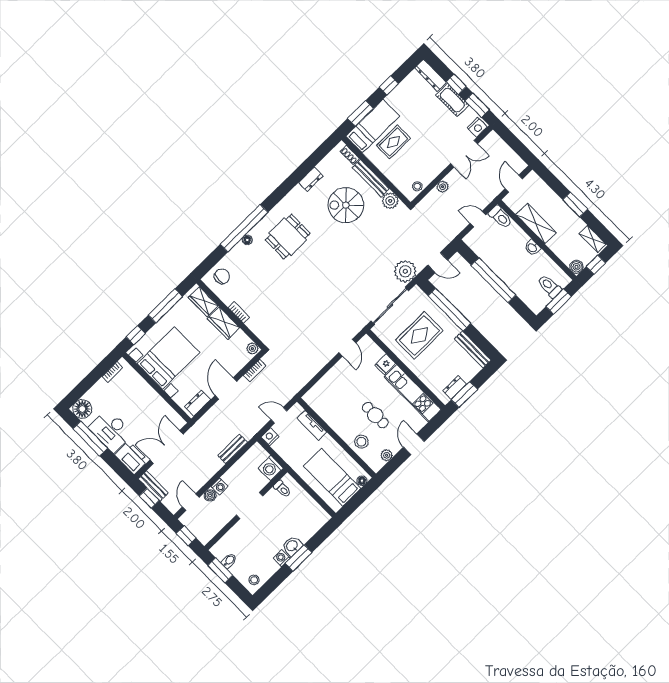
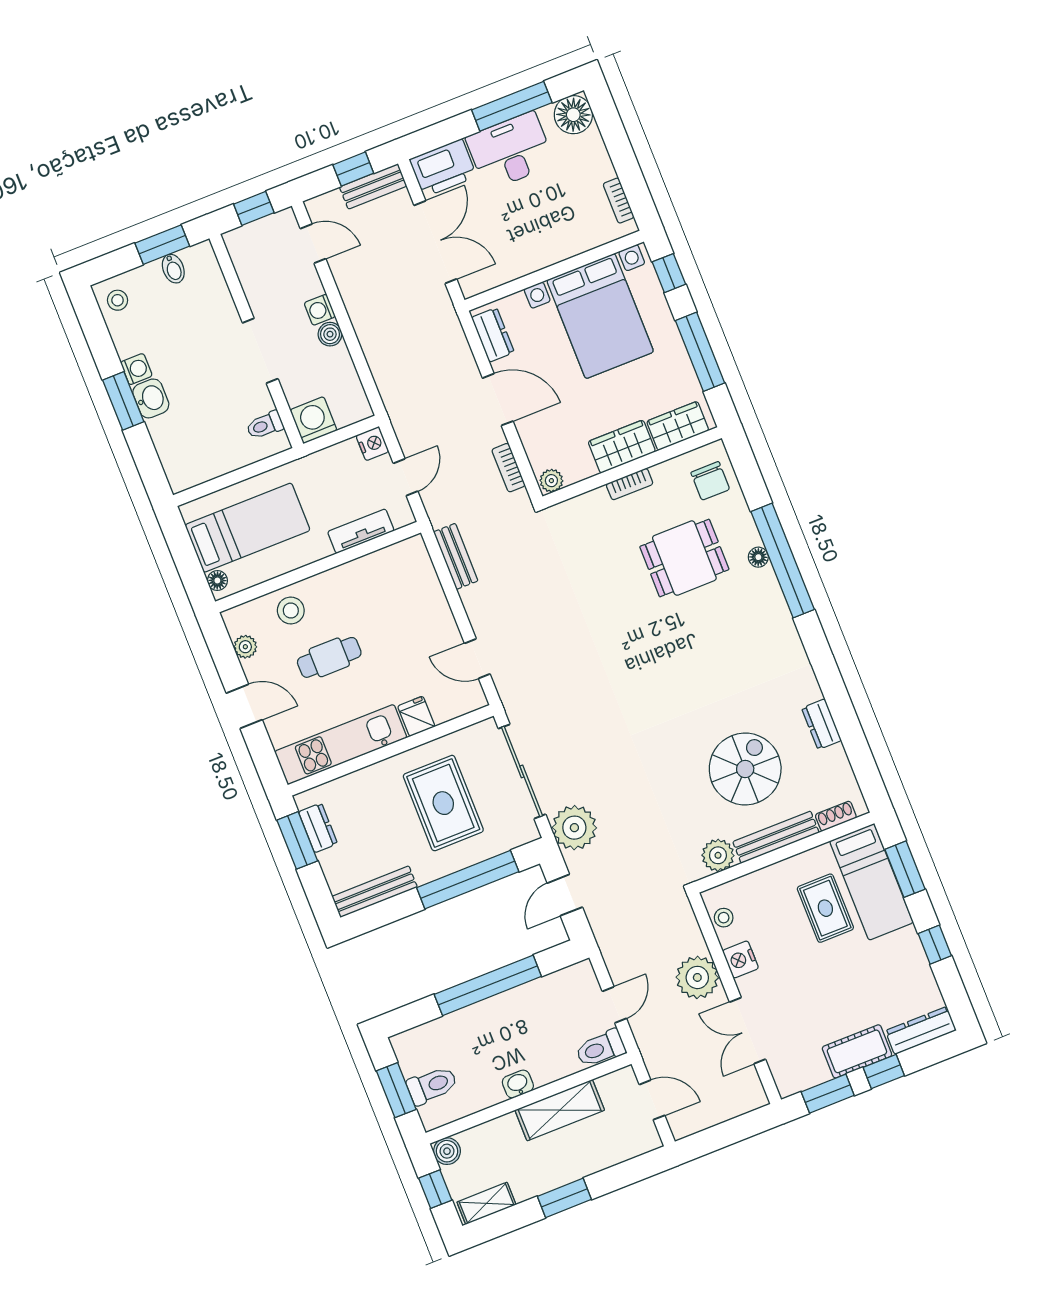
nightstand: (477, 127) -> (740, 959), moved
plant: (443, 187) -> (697, 977), width x1.88, depth x1.88
dining table: (288, 237) -> (684, 558), moved, turned 90
bench: (233, 449) -> (456, 556), moved
boiler: (210, 495) -> (330, 334), moved

